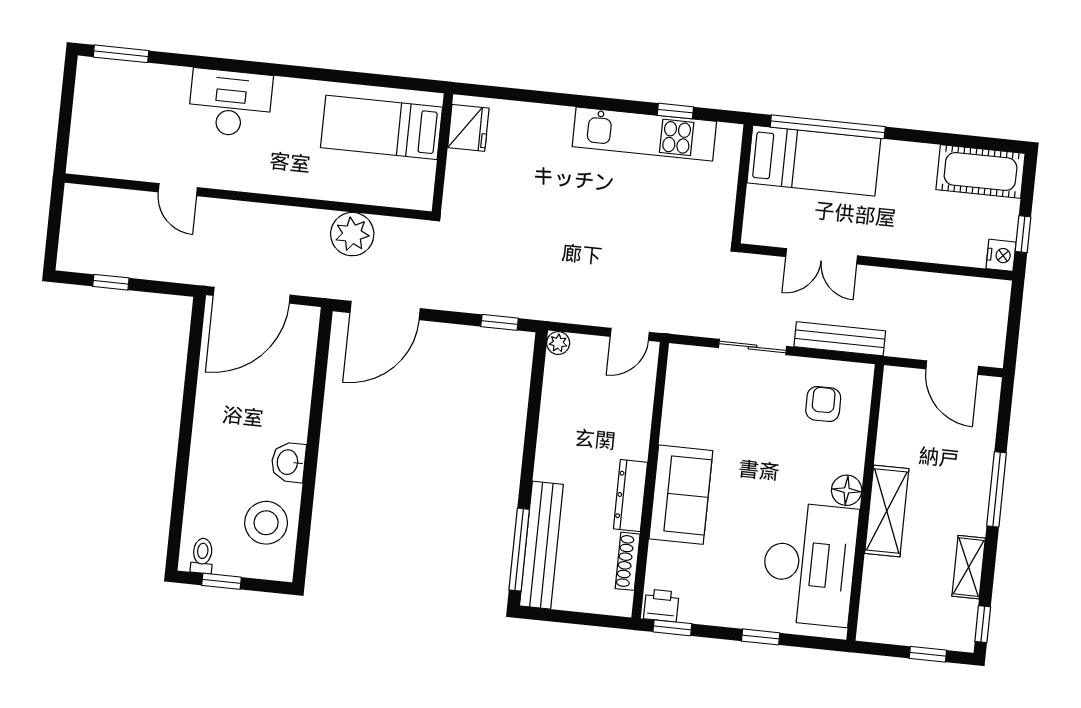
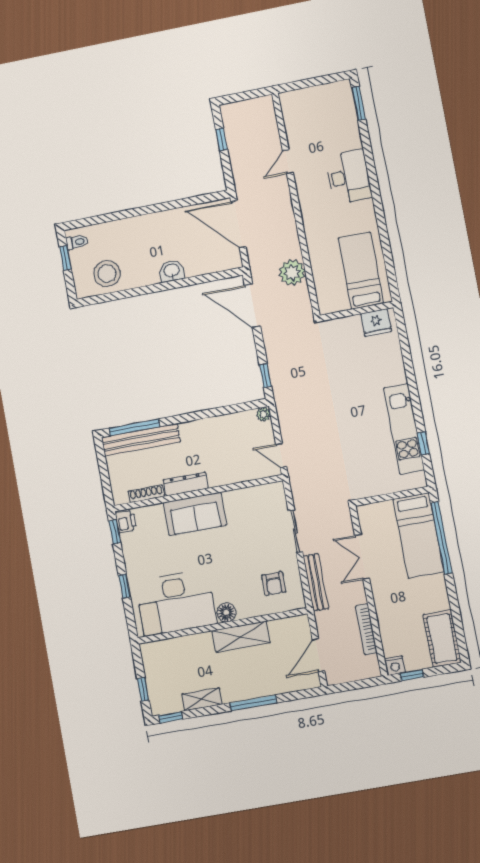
bookcase: (934, 283) -> (366, 629), added
armchair: (823, 404) -> (274, 584), turned 90
washbasin: (288, 462) -> (171, 271), moved
shelving: (887, 511) -> (241, 637), moved

